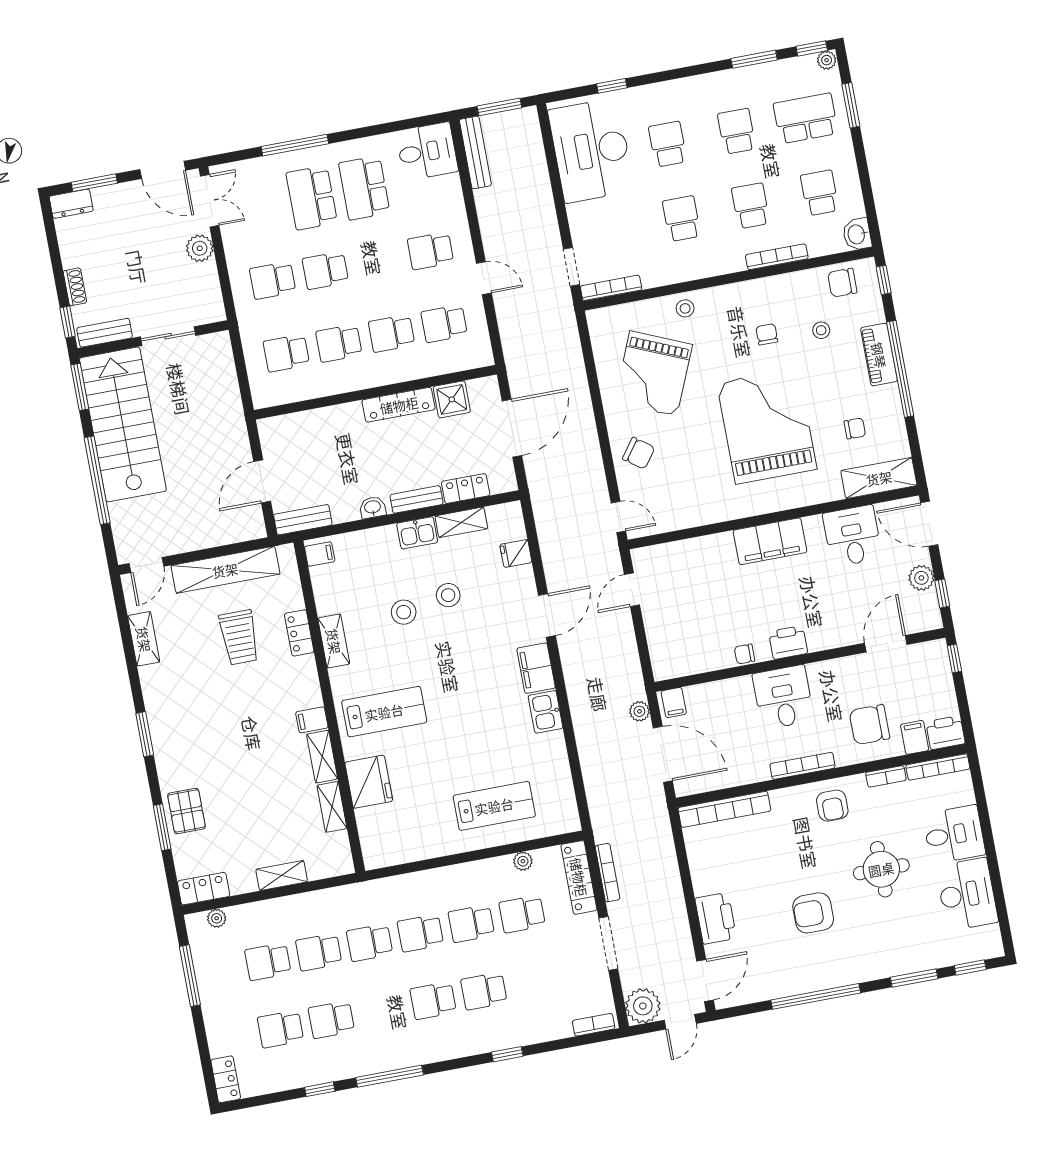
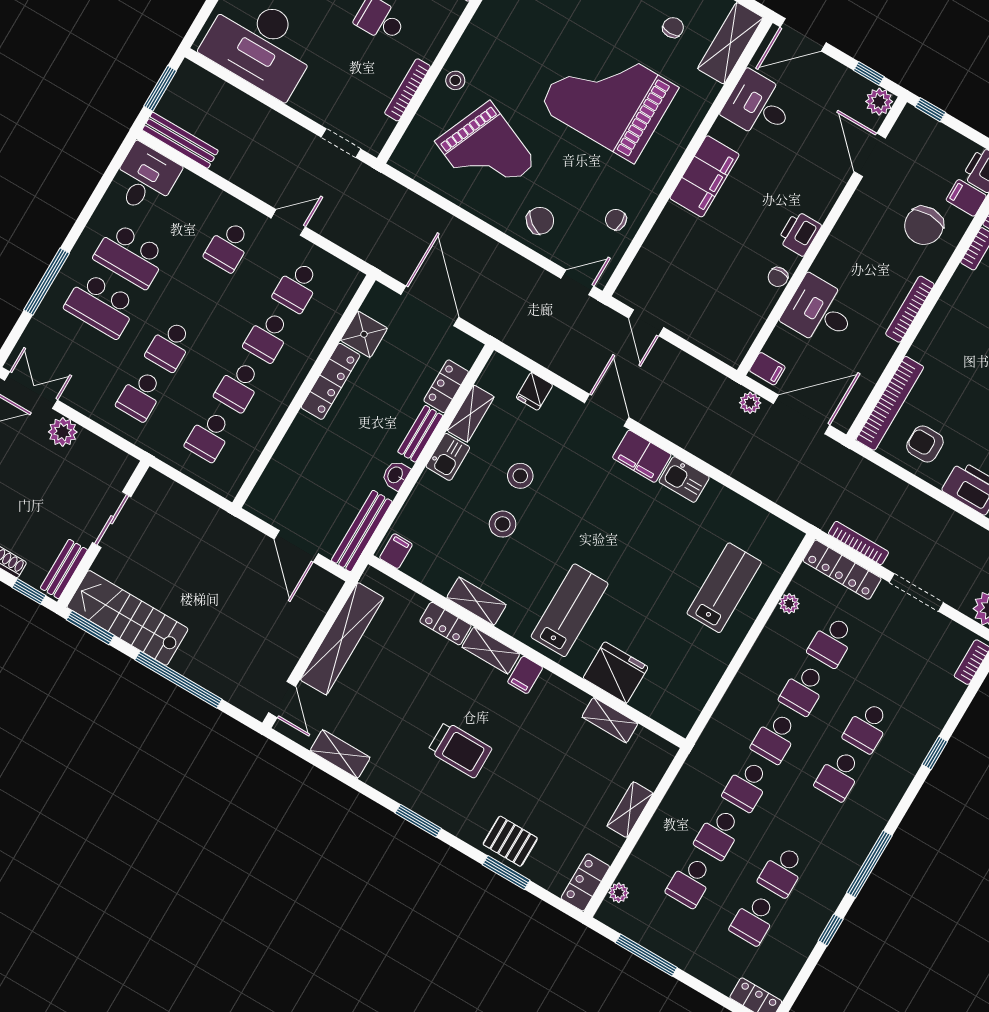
bookcase: (611, 288) -> (407, 90), moved
chair: (767, 334) -> (616, 220), moved
stairs: (123, 424) -> (127, 618), width x0.73, depth x0.66
bench: (303, 520) -> (362, 531), width x1.36
plant: (921, 578) -> (879, 102), moved
trolley: (239, 637) -> (460, 750), moved
desk: (783, 697) -> (820, 312), moved
shelving: (322, 757) -> (491, 650), moved
armchair: (832, 806) -> (925, 444), moved, turned 180

